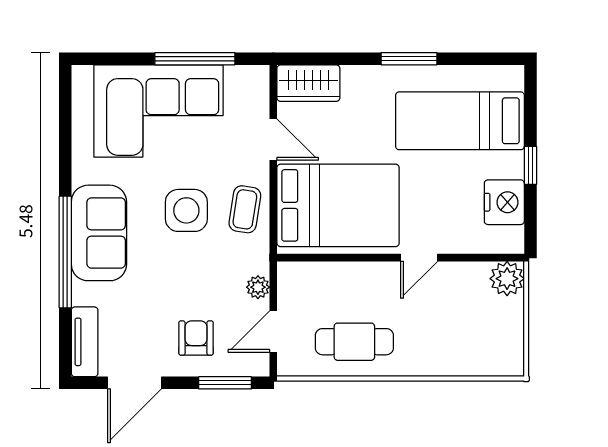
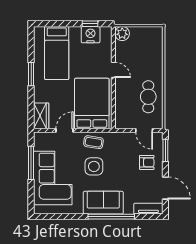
window: (530, 165) -> (90, 24), moved
plant: (258, 287) -> (126, 137), removed
armchair: (196, 338) -> (147, 162), turned 180

